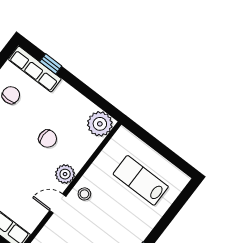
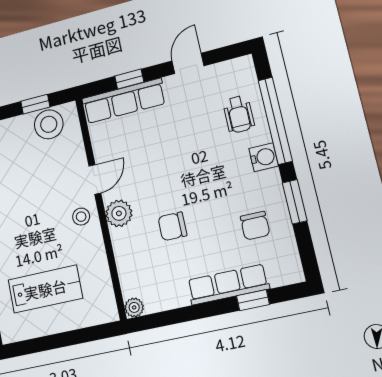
row of seats: (35, 69) -> (228, 285), moved
plant: (100, 124) -> (134, 307), width x0.53, depth x0.53

